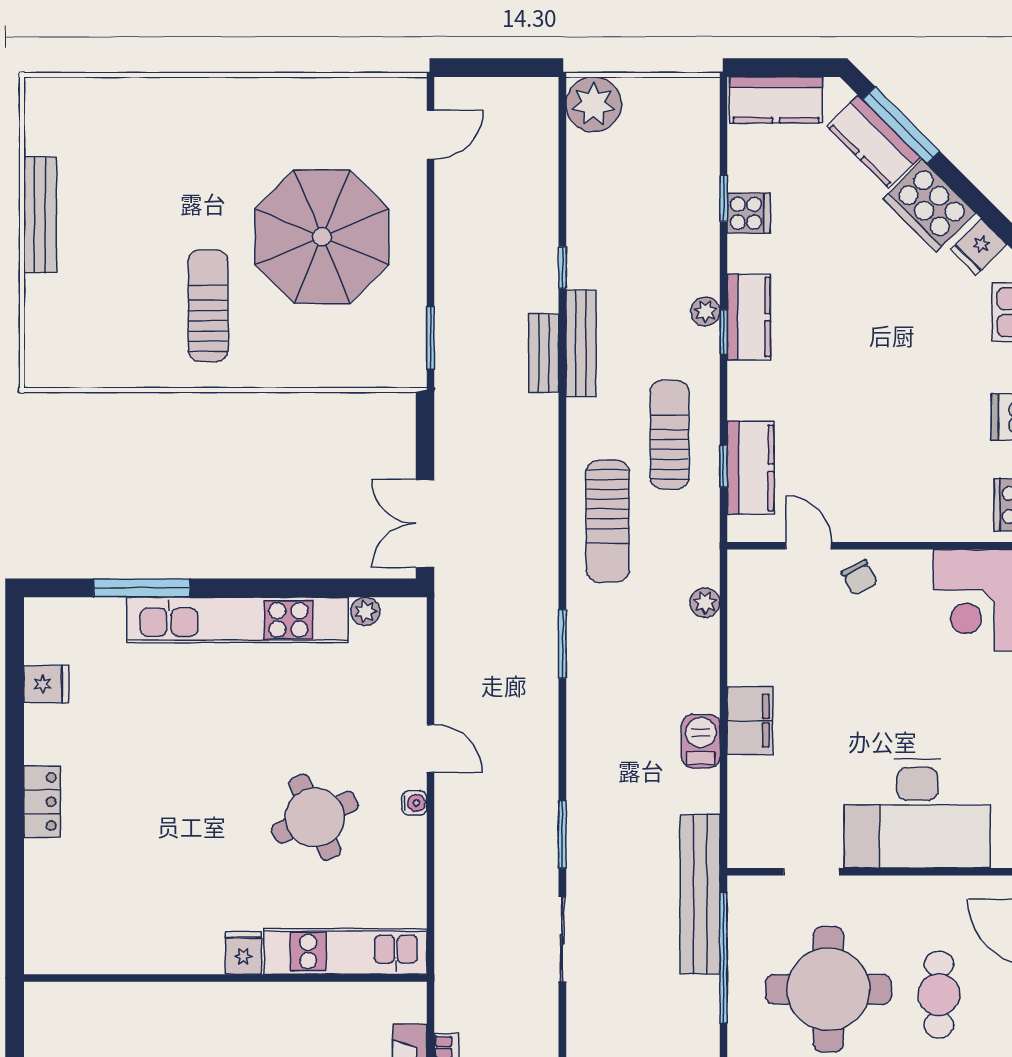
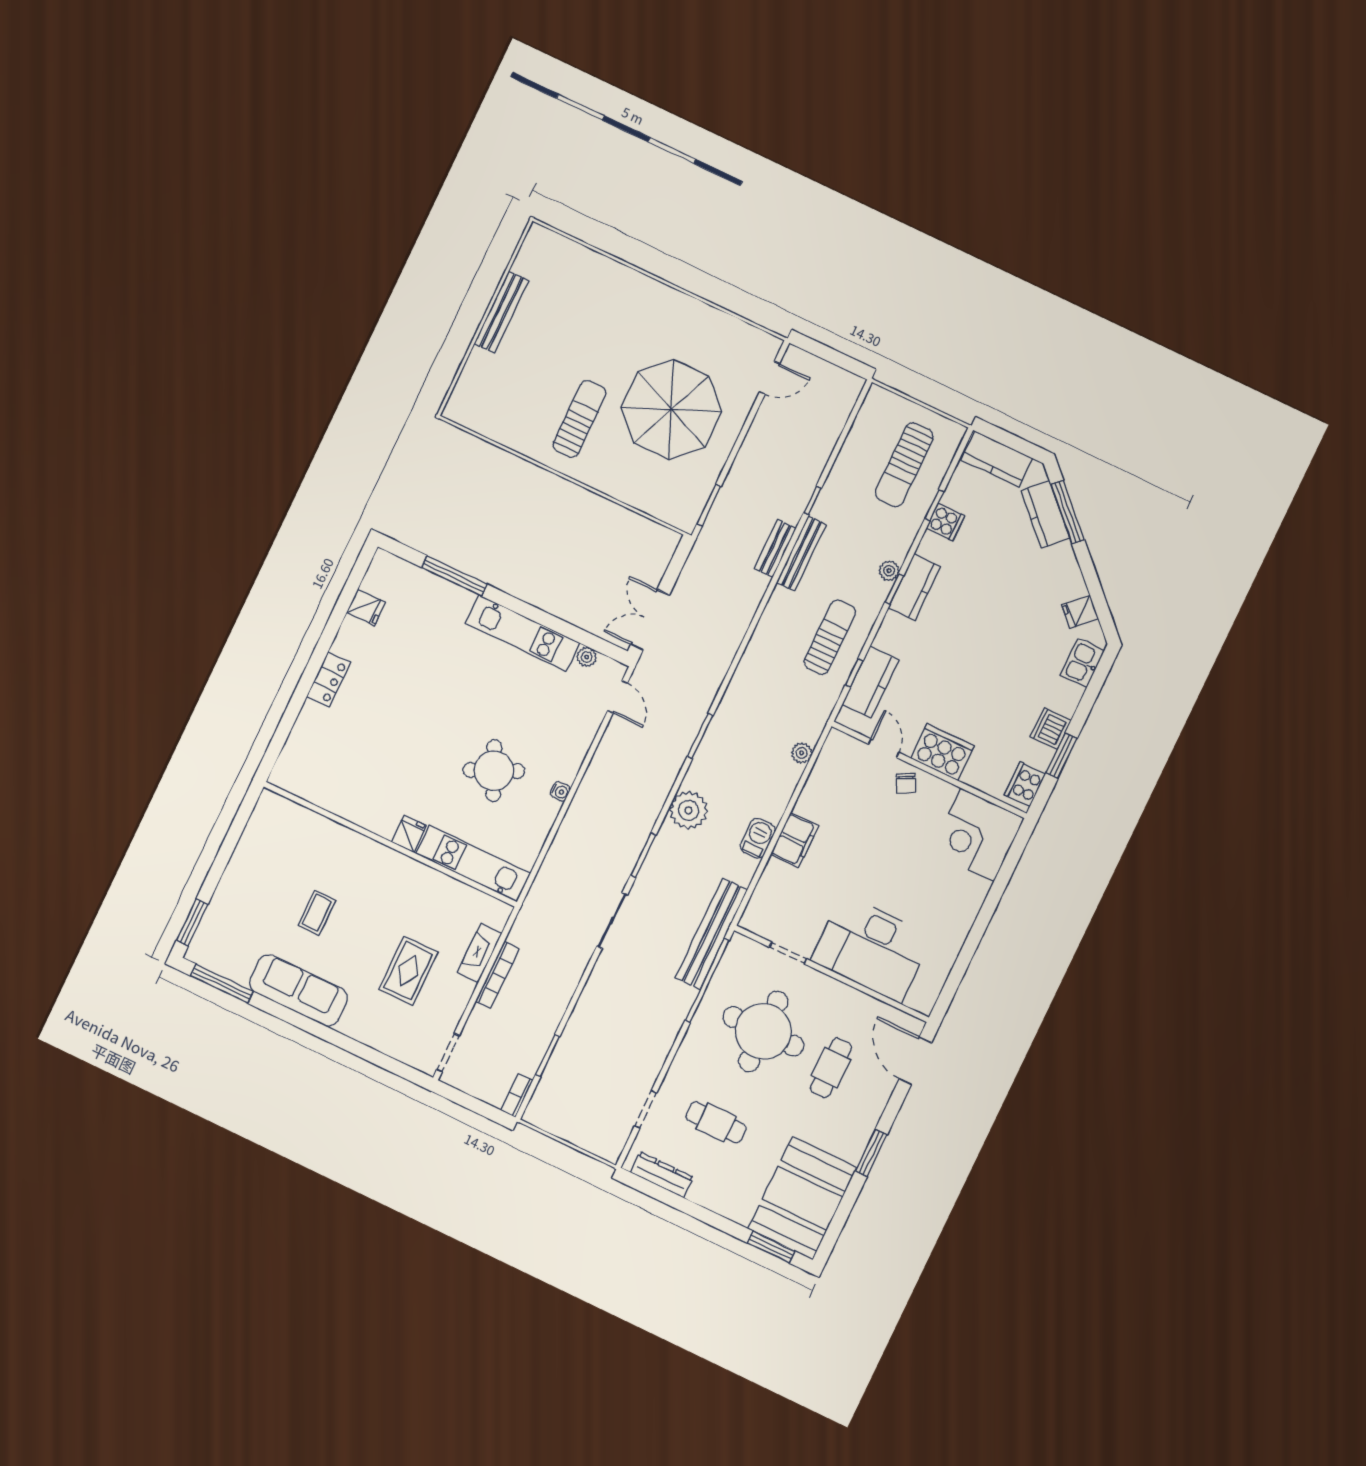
plant: (594, 104) -> (689, 810), moved
cooker: (929, 206) -> (942, 752), moved, turned 135
sun lounger: (608, 521) -> (904, 465), moved
kitchen unit: (238, 620) -> (523, 633), width x0.73
door: (430, 749) -> (618, 697), moved

